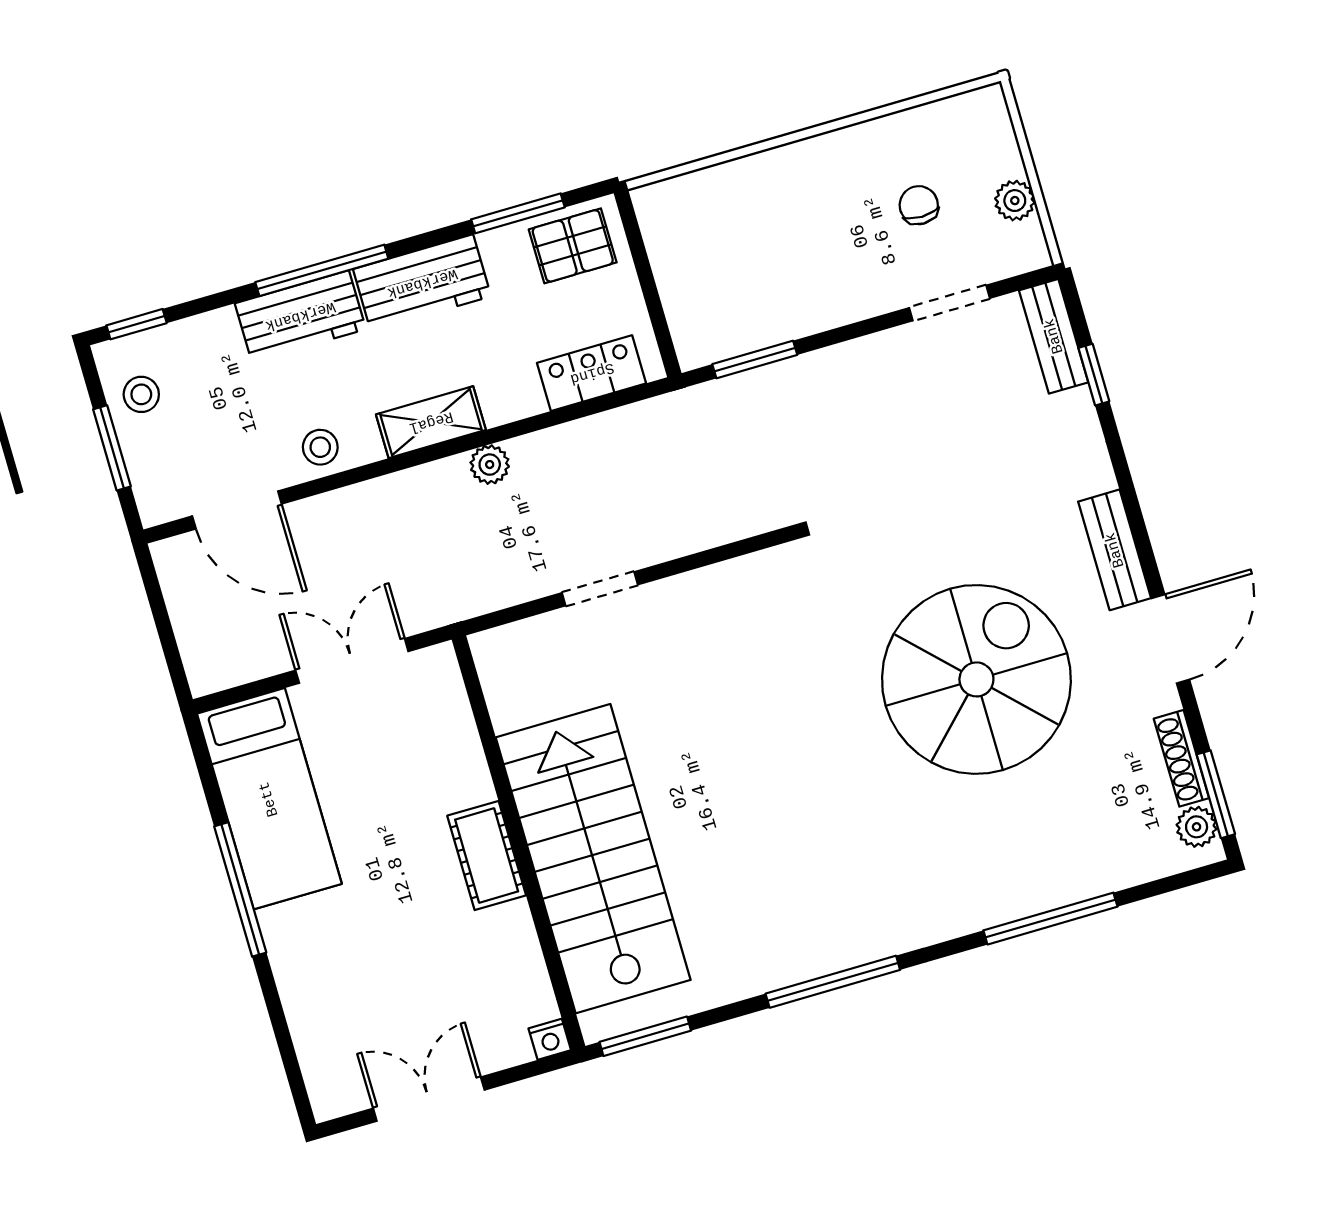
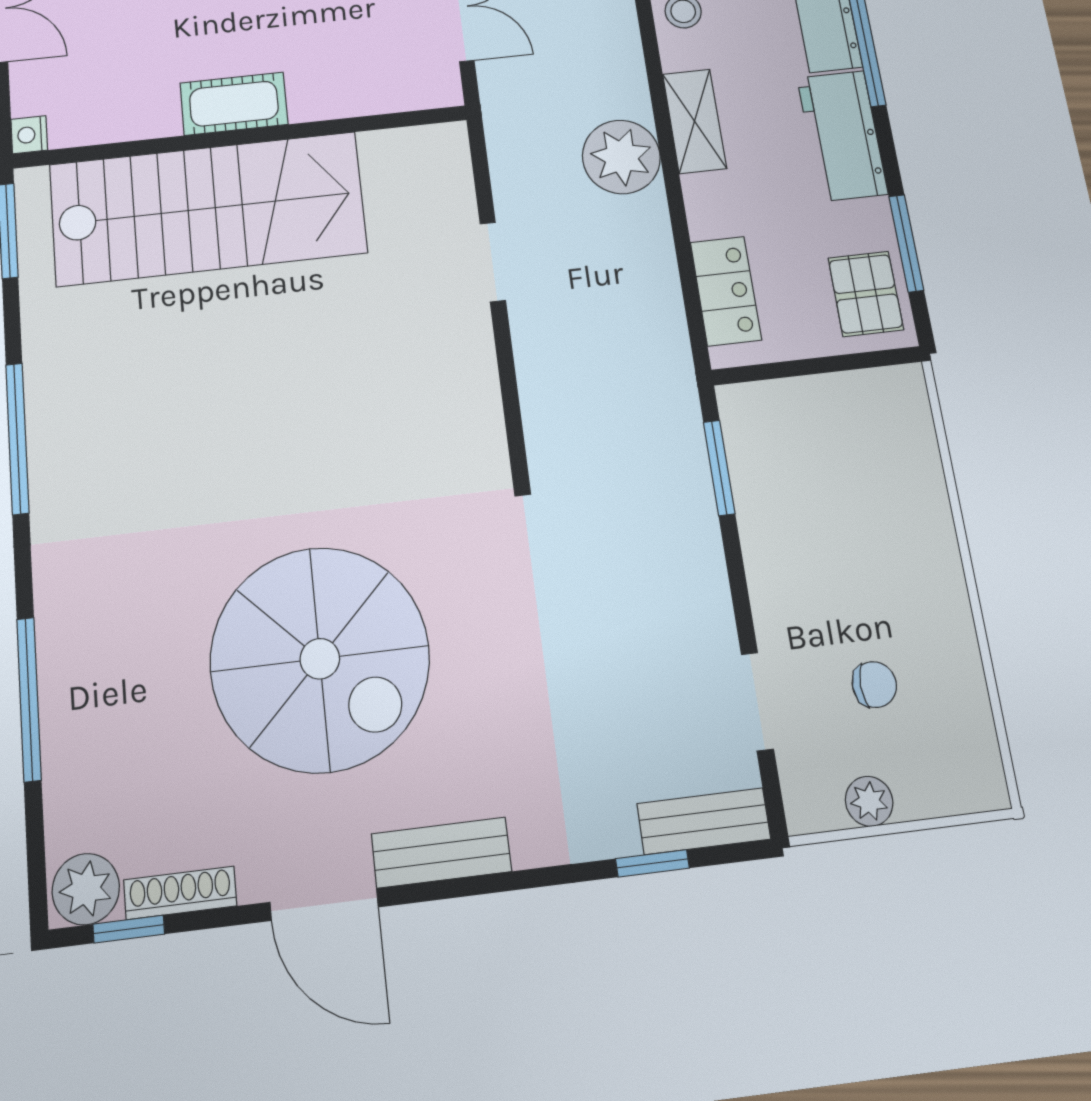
plant: (490, 465) -> (621, 157), width x1.88, depth x1.88
window: (1216, 794) -> (129, 929), width x0.67
plant: (1197, 827) -> (86, 889), width x1.38, depth x1.38

